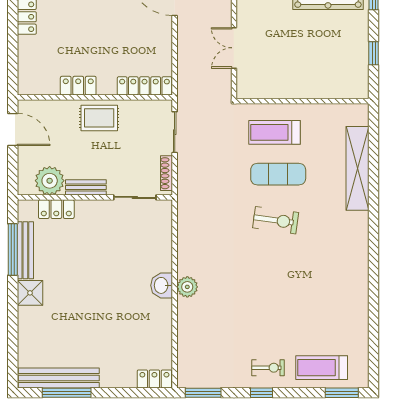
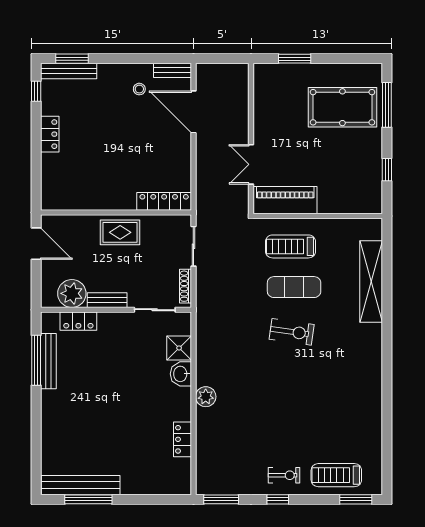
piano: (269, 85) -> (285, 200), added
locker: (78, 86) -> (100, 201), removed
washbasin: (162, 285) -> (181, 374), moved
shower: (30, 293) -> (179, 348), moved
locker: (154, 379) -> (182, 439), moved, turned -90

